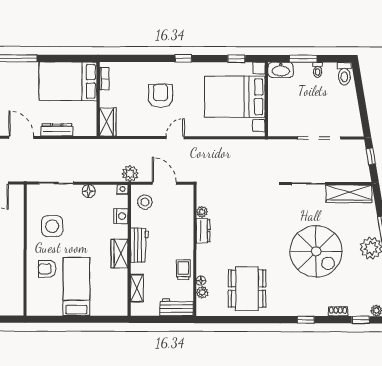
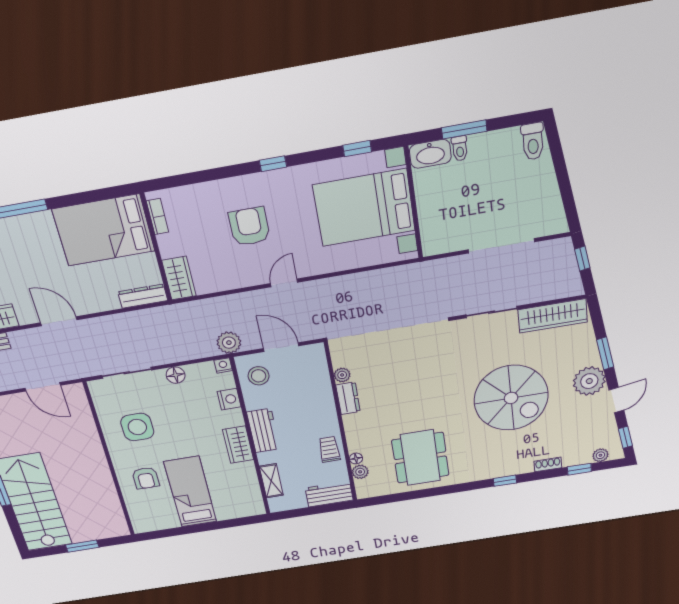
toilet: (318, 70) -> (460, 148), moved
dresser: (57, 130) -> (143, 296), moved
armchair: (47, 269) -> (146, 478), turned -90

